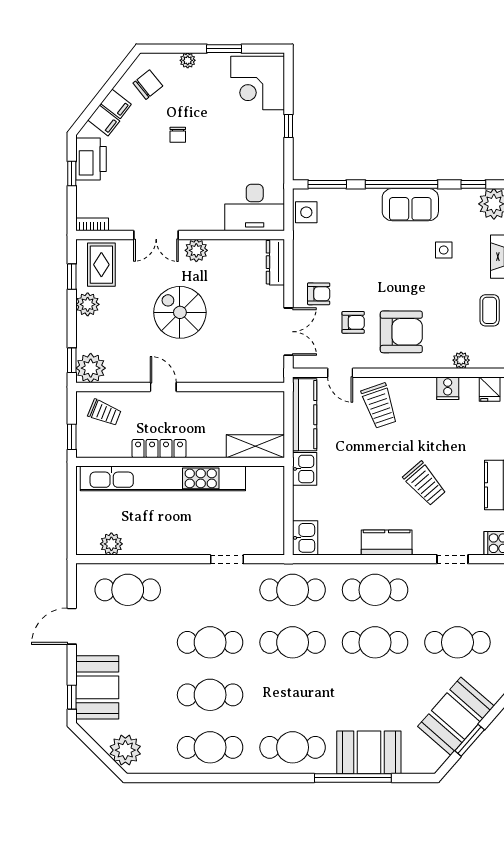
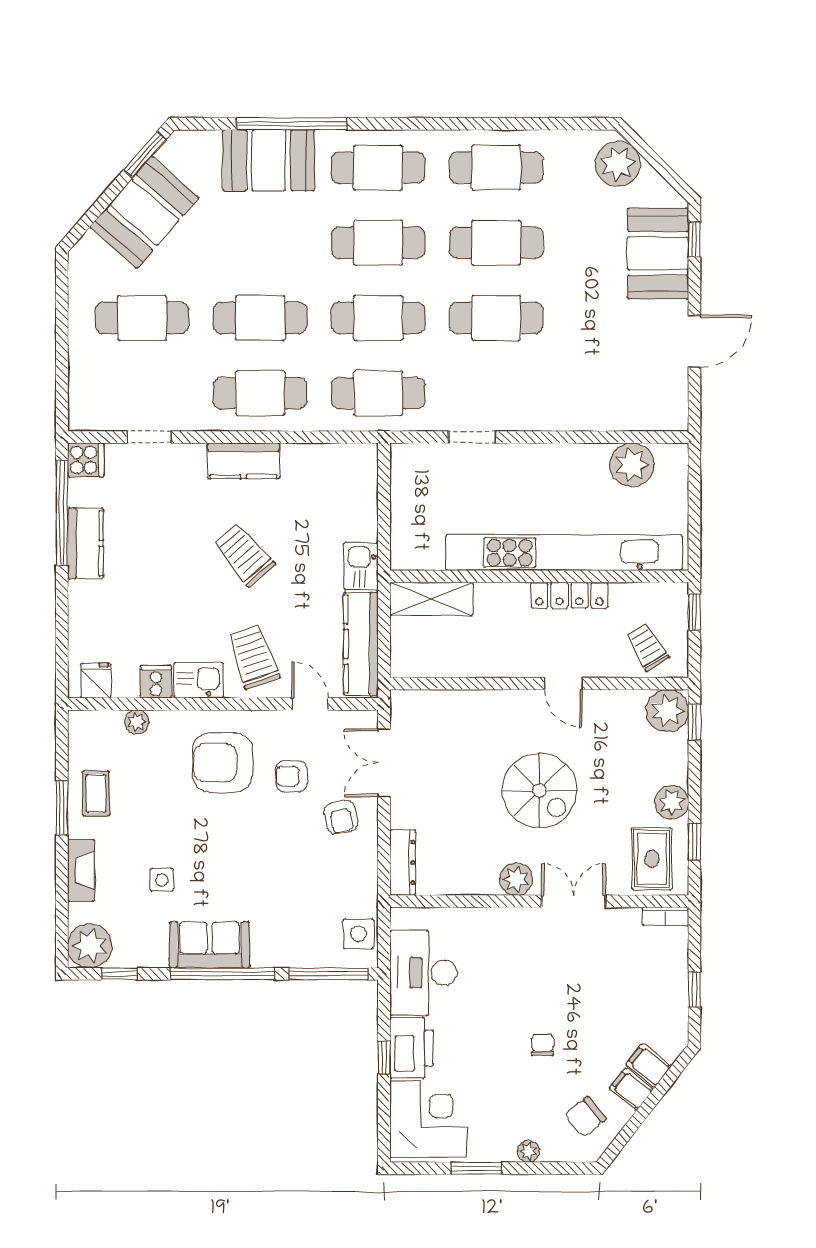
printer: (91, 159) -> (412, 1048), moved, turned 180
window: (327, 184) -> (329, 974), width x1.44
desk: (255, 208) -> (423, 973), moved, turned -90
armchair: (319, 294) -> (341, 817), turned -102
trolley: (105, 413) -> (647, 647), turned 37
trolley: (425, 484) -> (244, 555), moved
kitchen sink: (305, 538) -> (199, 680), moved, turned 90
plant: (111, 544) -> (632, 465), width x1.36, depth x1.36
cafe table: (128, 590) -> (378, 243), moved
window: (470, 740) -> (145, 155), moved

